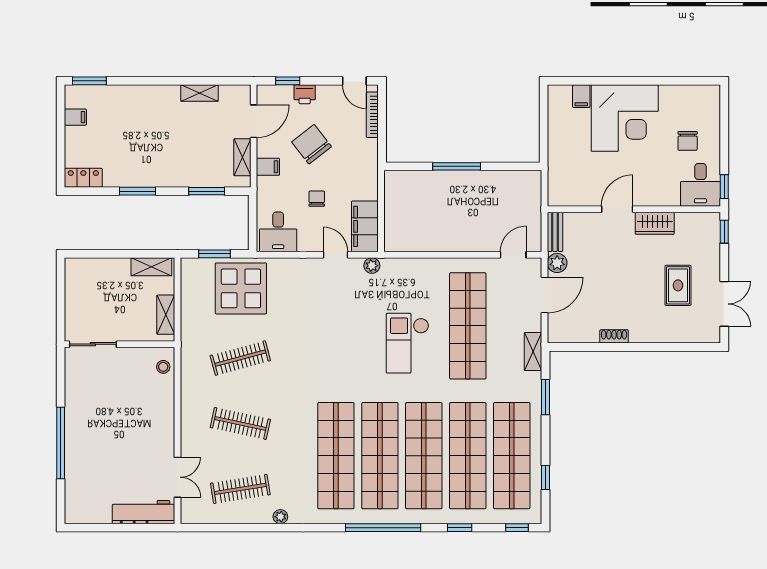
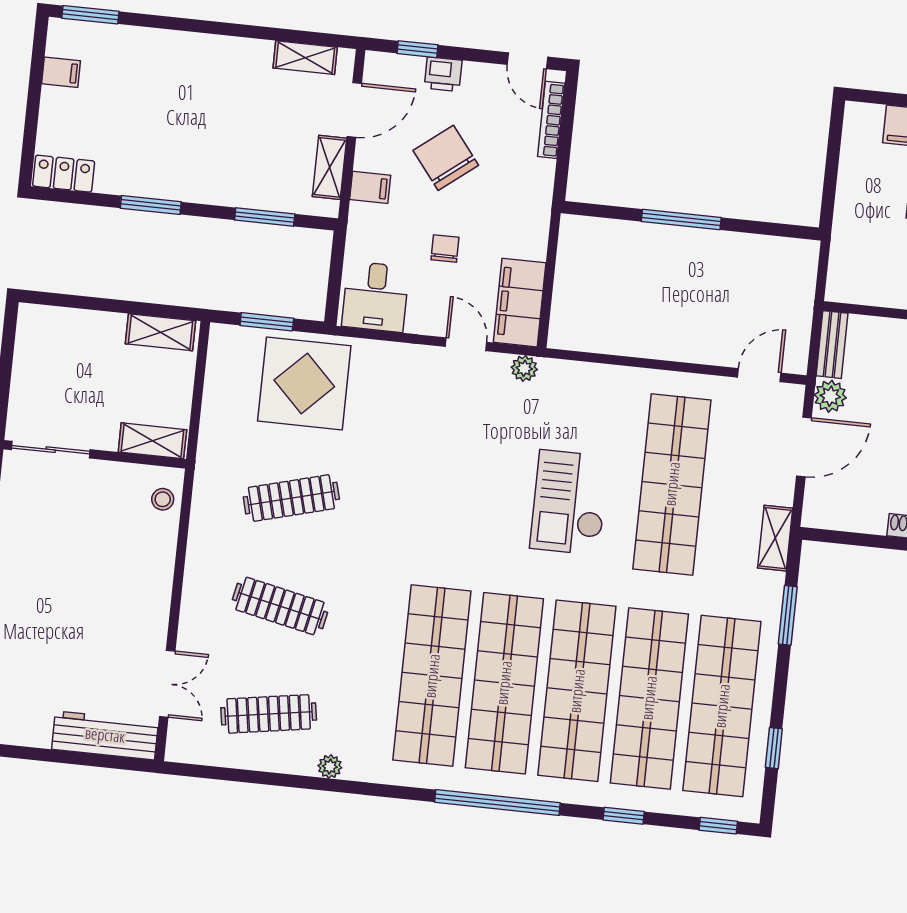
shelving: (199, 93) -> (305, 58), moved
shelving: (166, 315) -> (152, 441), moved, turned 90

